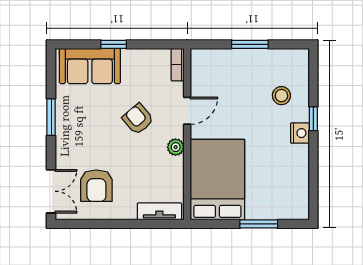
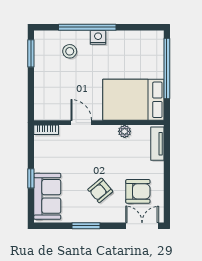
window: (250, 44) -> (31, 53), moved
armchair: (138, 119) -> (100, 190), moved
window: (313, 119) -> (87, 27), width x3.17
plant: (176, 147) -> (125, 131), moved
window: (259, 224) -> (167, 69), width x2.11

